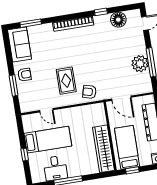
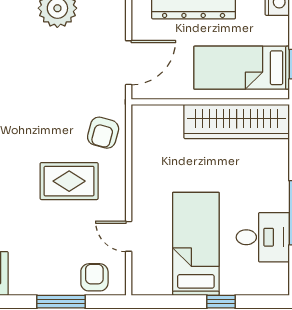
armchair: (24, 75) -> (94, 277), moved
door: (46, 110) -> (129, 236), swing flipped

